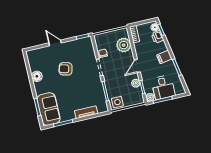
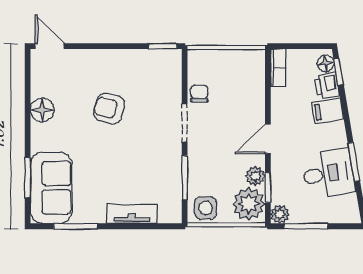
door: (55, 43) -> (50, 46), moved
plant: (124, 45) -> (249, 204), moved
filing cabinet: (164, 57) -> (328, 111), moved
desk: (163, 87) -> (328, 174), moved, turned -100

